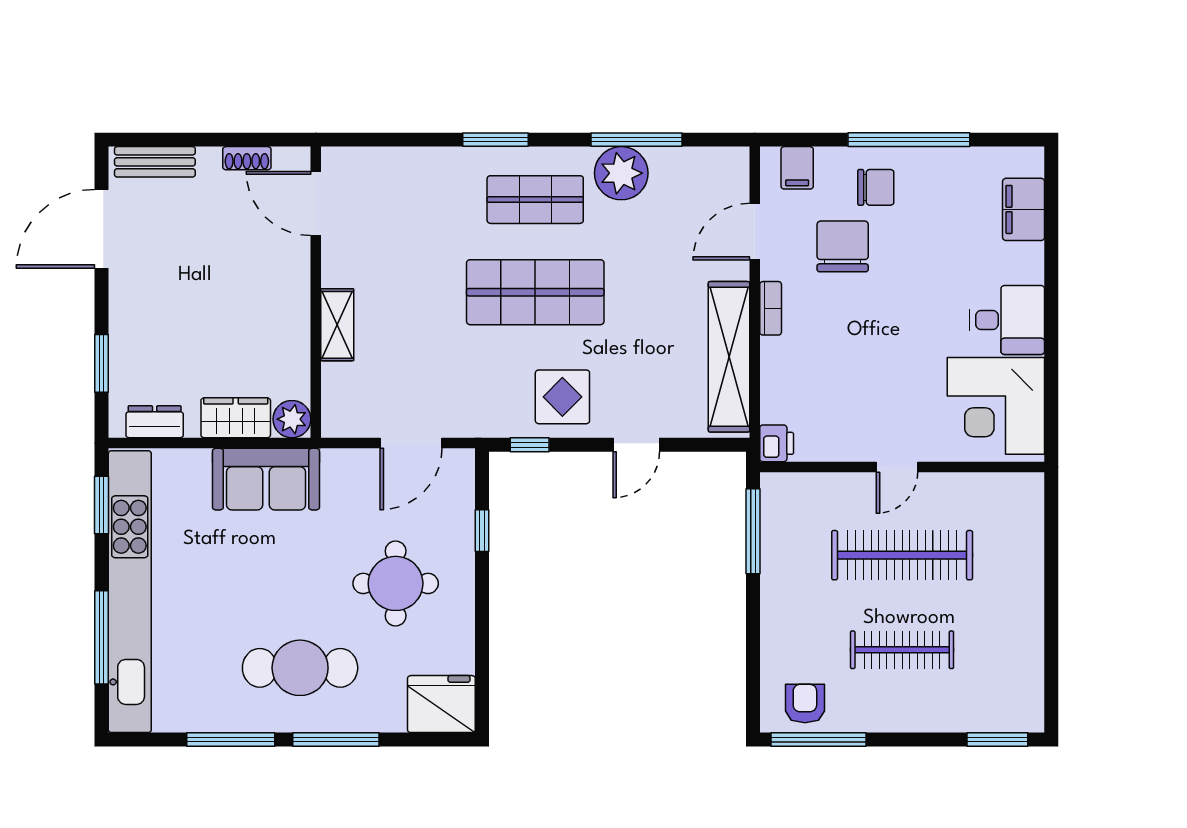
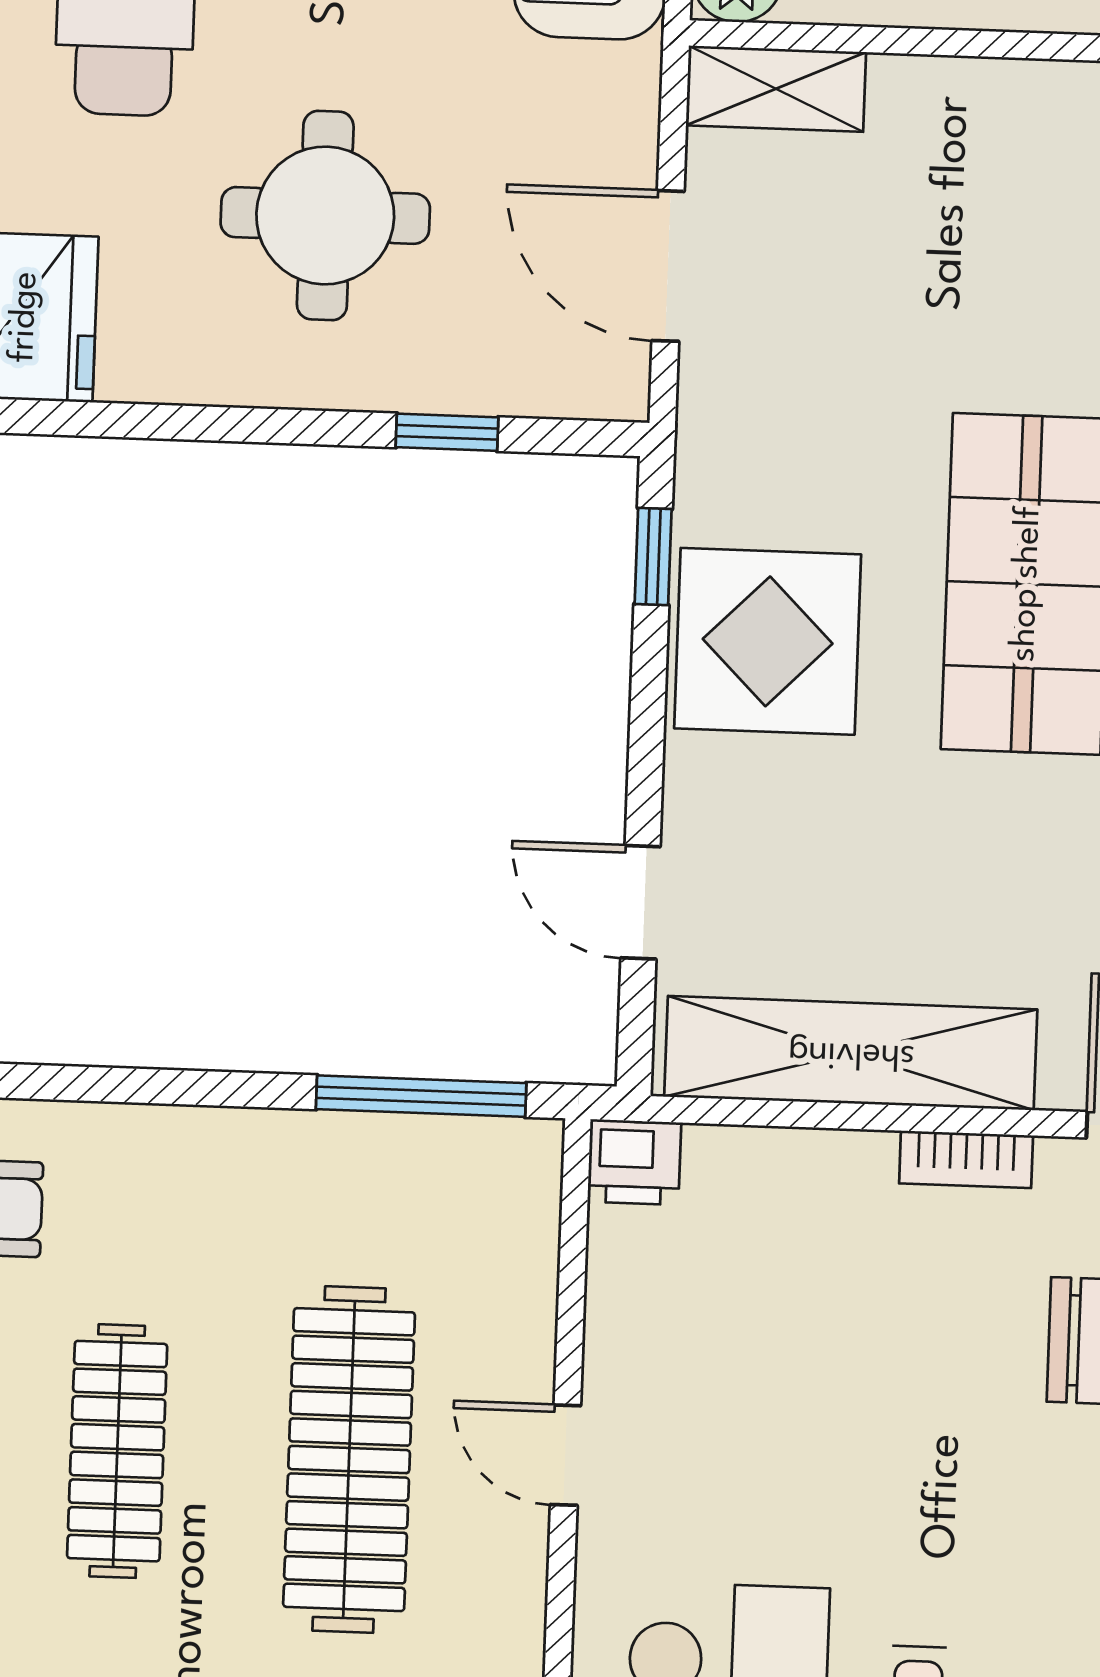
shelving: (337, 325) -> (776, 89), moved
display table: (562, 397) -> (768, 641), width x1.36, depth x1.36
door: (636, 445) -> (640, 902), moved

